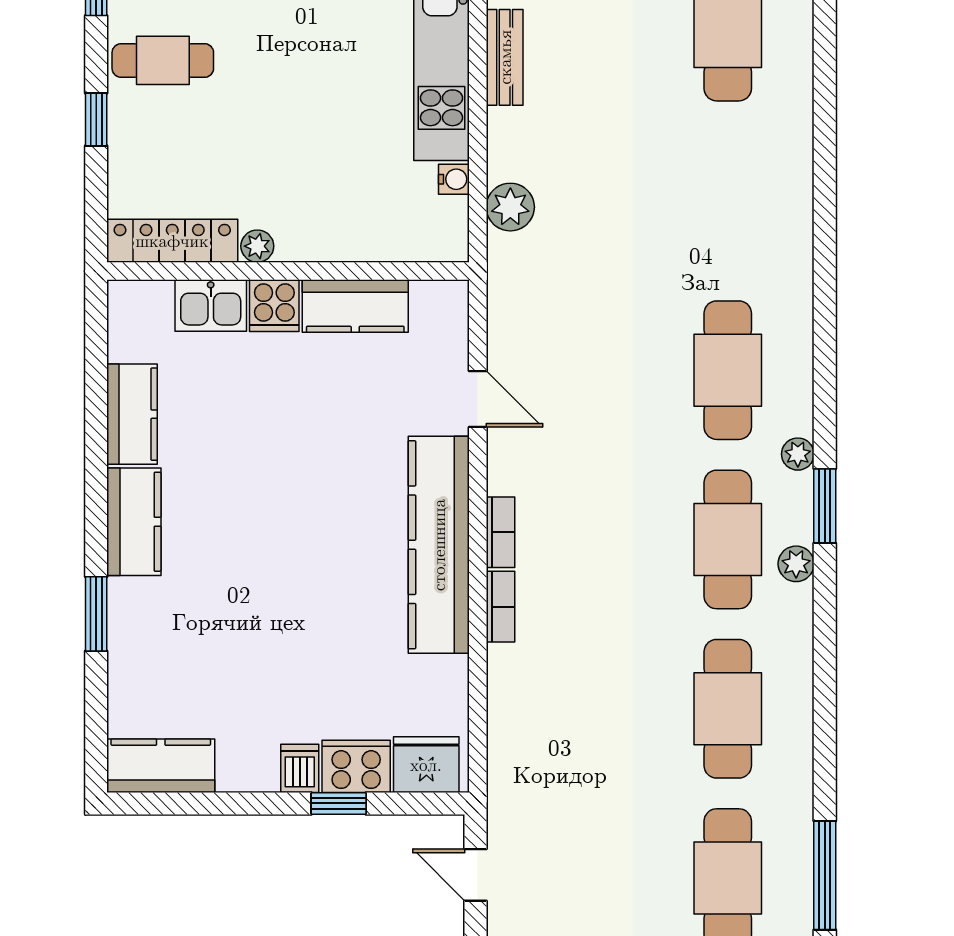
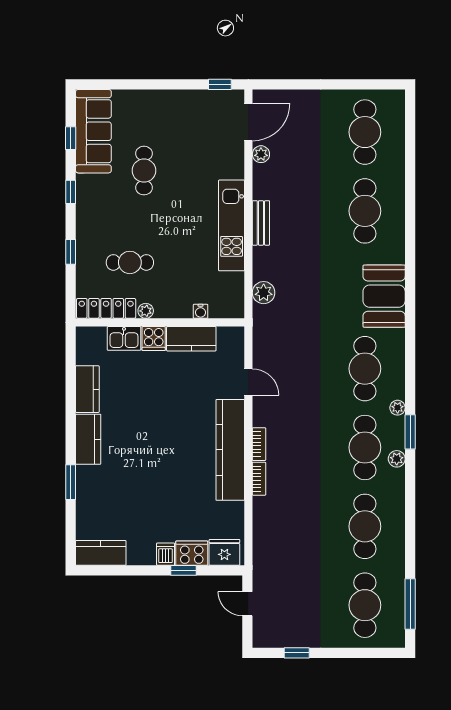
cafe table: (163, 60) -> (130, 262), moved
water cooler: (454, 179) -> (201, 311), moved, turned 90
booth: (769, 215) -> (384, 296), added

